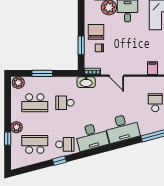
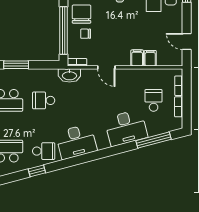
window: (81, 45) -> (63, 31), width x2.11
filing cabinet: (142, 68) -> (137, 58), added
desk: (122, 128) -> (126, 128), moved

